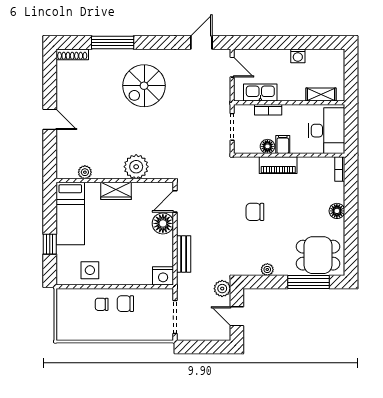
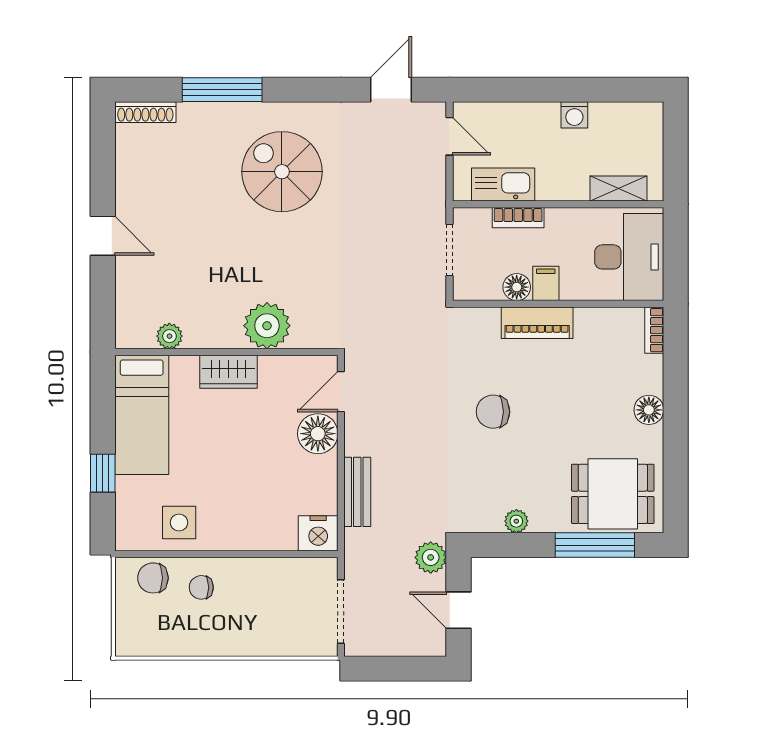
spiral stairs: (144, 86) -> (282, 172), turned 90
chair: (125, 304) -> (153, 578), moved

